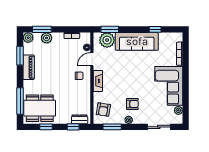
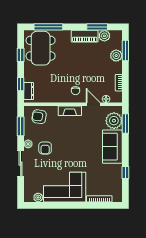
plant: (28, 38) -> (104, 36), moved
sofa: (137, 41) -> (112, 147), width x0.73
sliding door: (159, 127) -> (21, 164), moved

